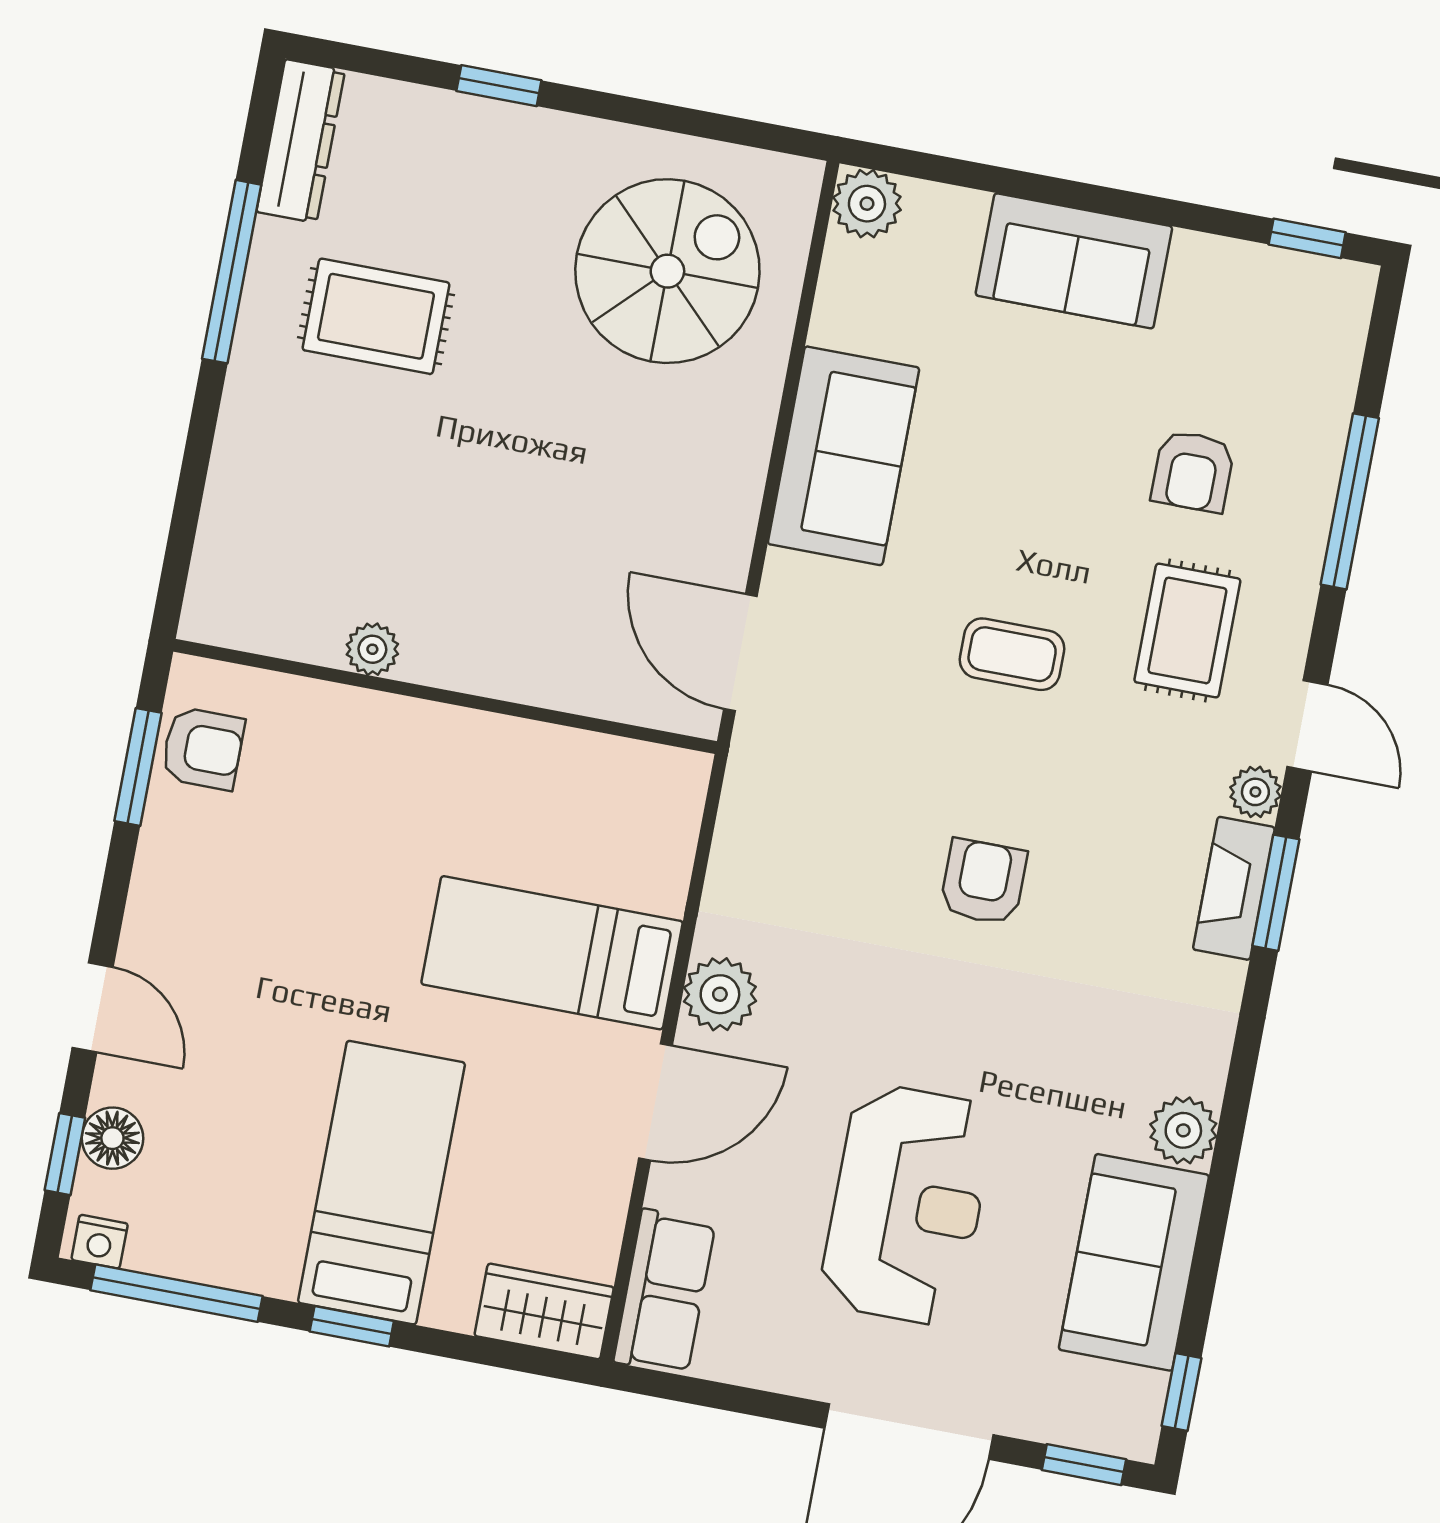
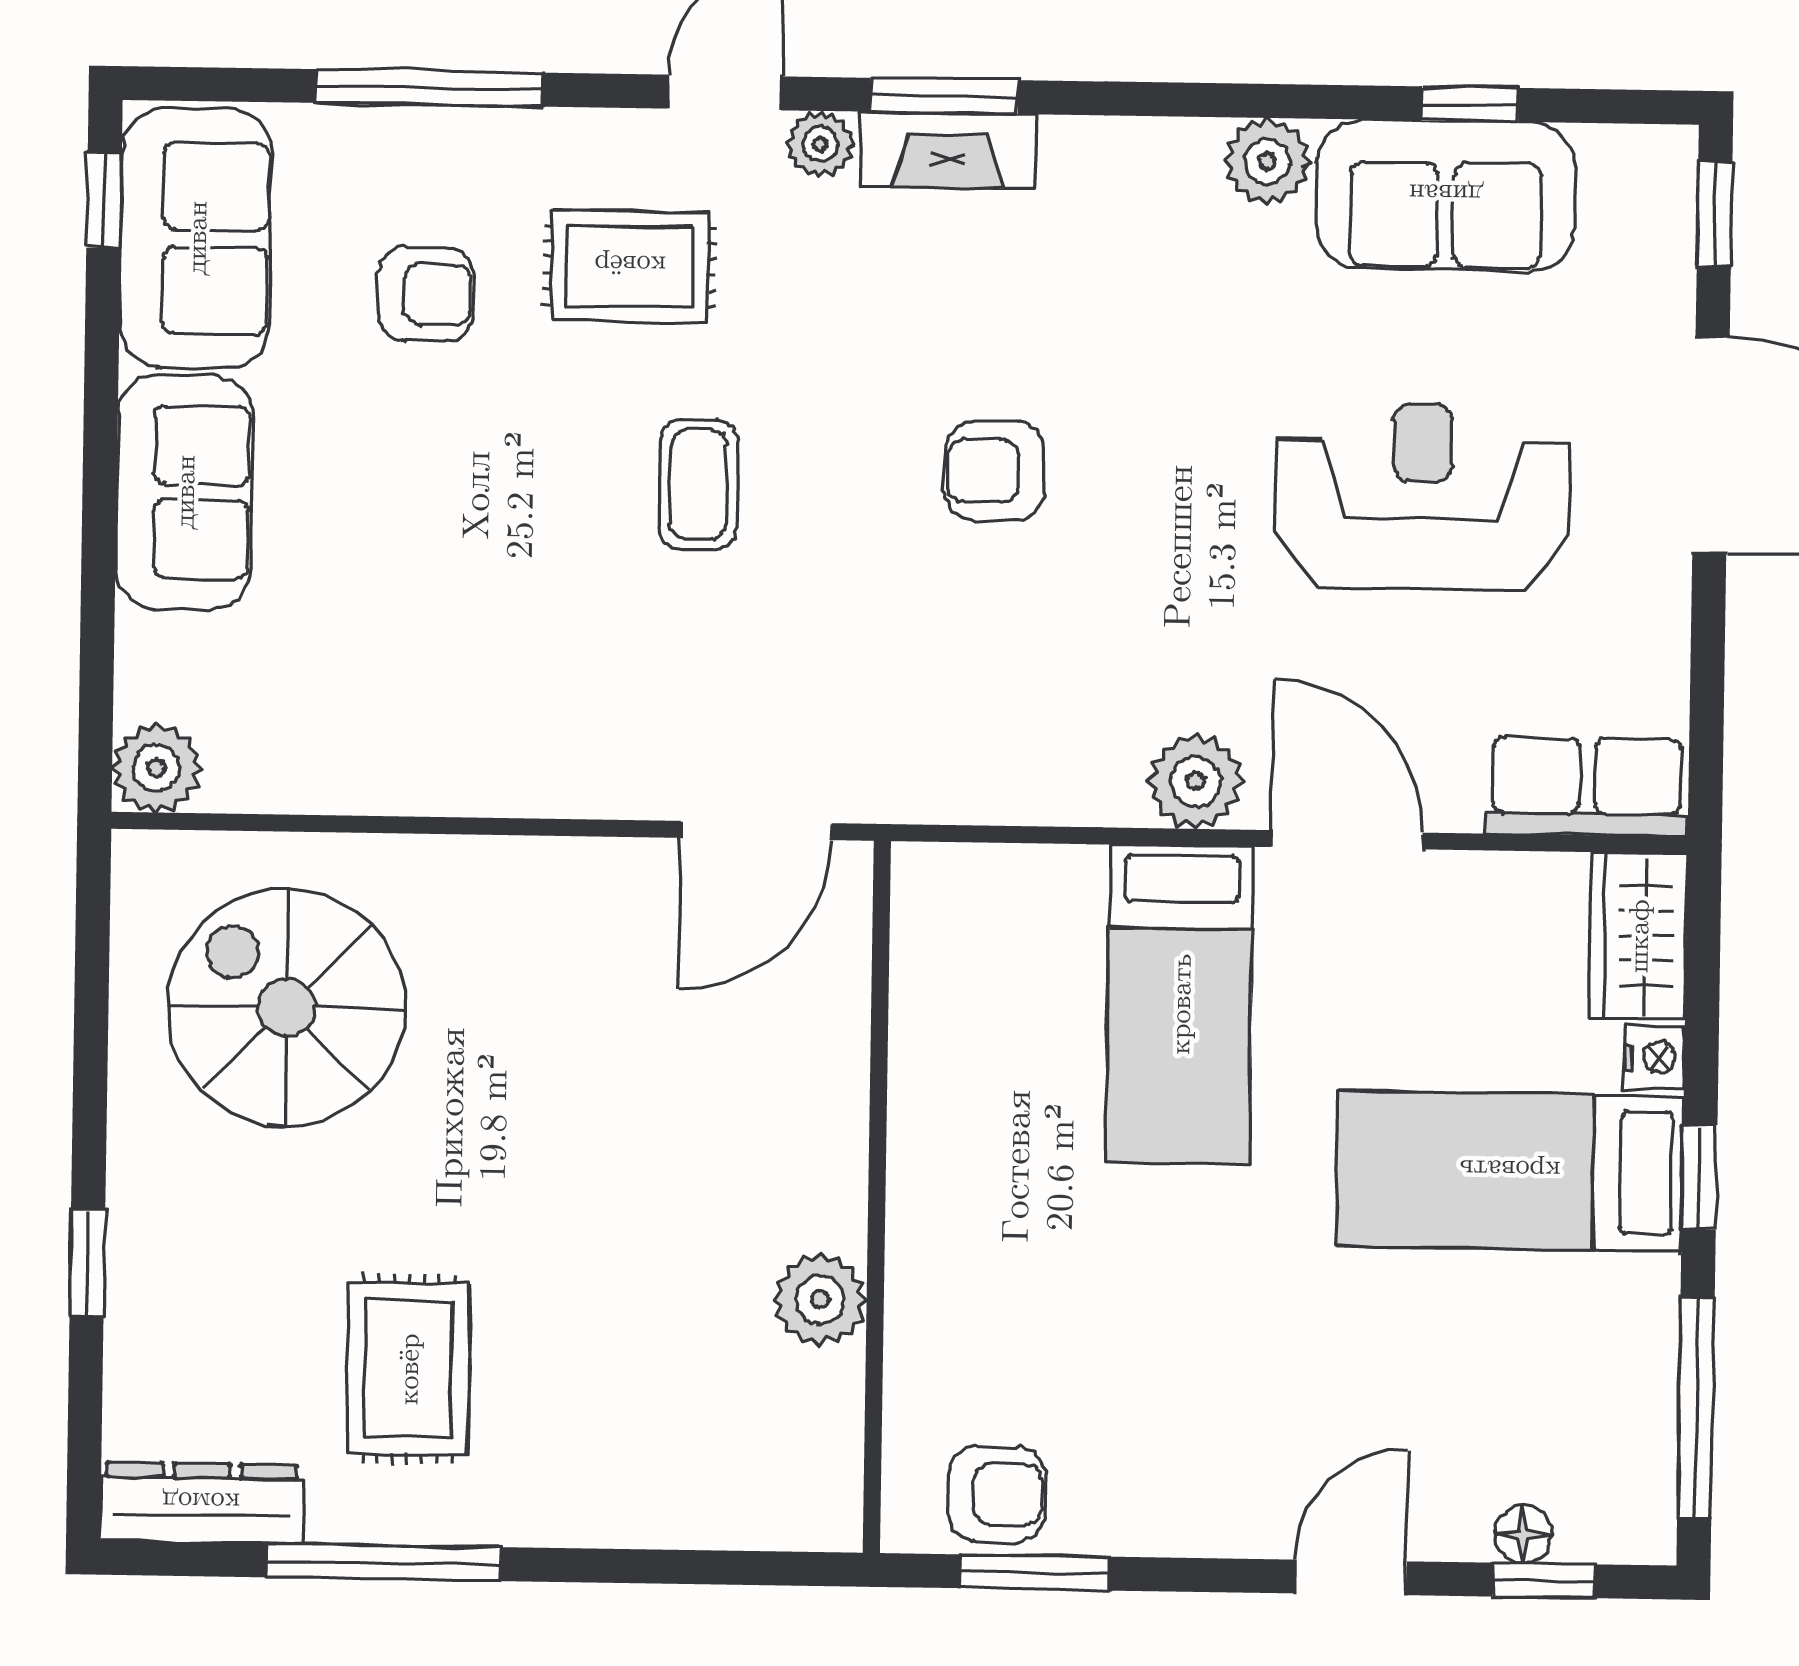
sofa: (844, 456) -> (196, 238), moved, turned 90
plant: (372, 649) -> (820, 1300), width x1.38, depth x1.38
armchair: (203, 748) -> (996, 1494), turned 90
floor lamp: (112, 1138) -> (1523, 1534), width x0.73, depth x0.73
nightstand: (100, 1242) -> (1654, 1057), moved
window: (1181, 1392) -> (1470, 104), moved

